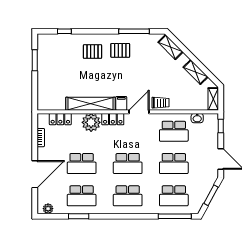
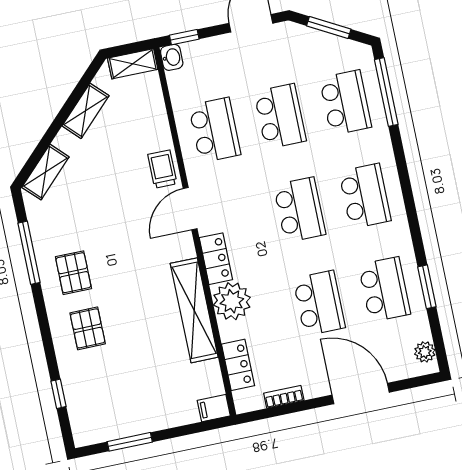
filing cabinet: (121, 103) -> (214, 408), moved
door: (139, 112) -> (190, 209), hinge flipped
washbasin: (197, 118) -> (172, 57), moved

